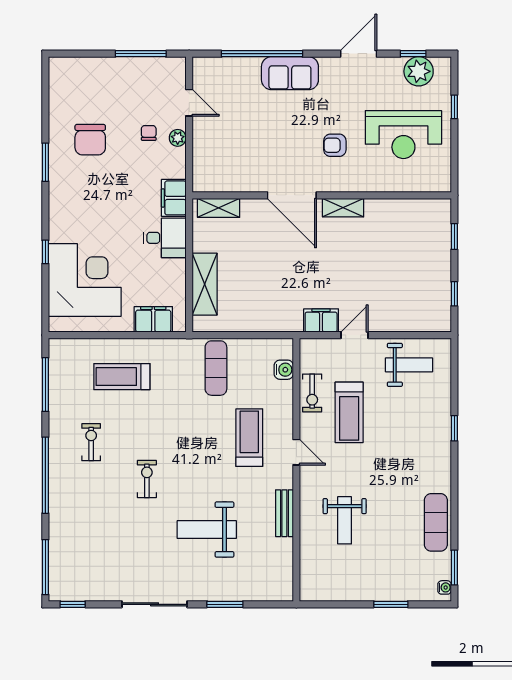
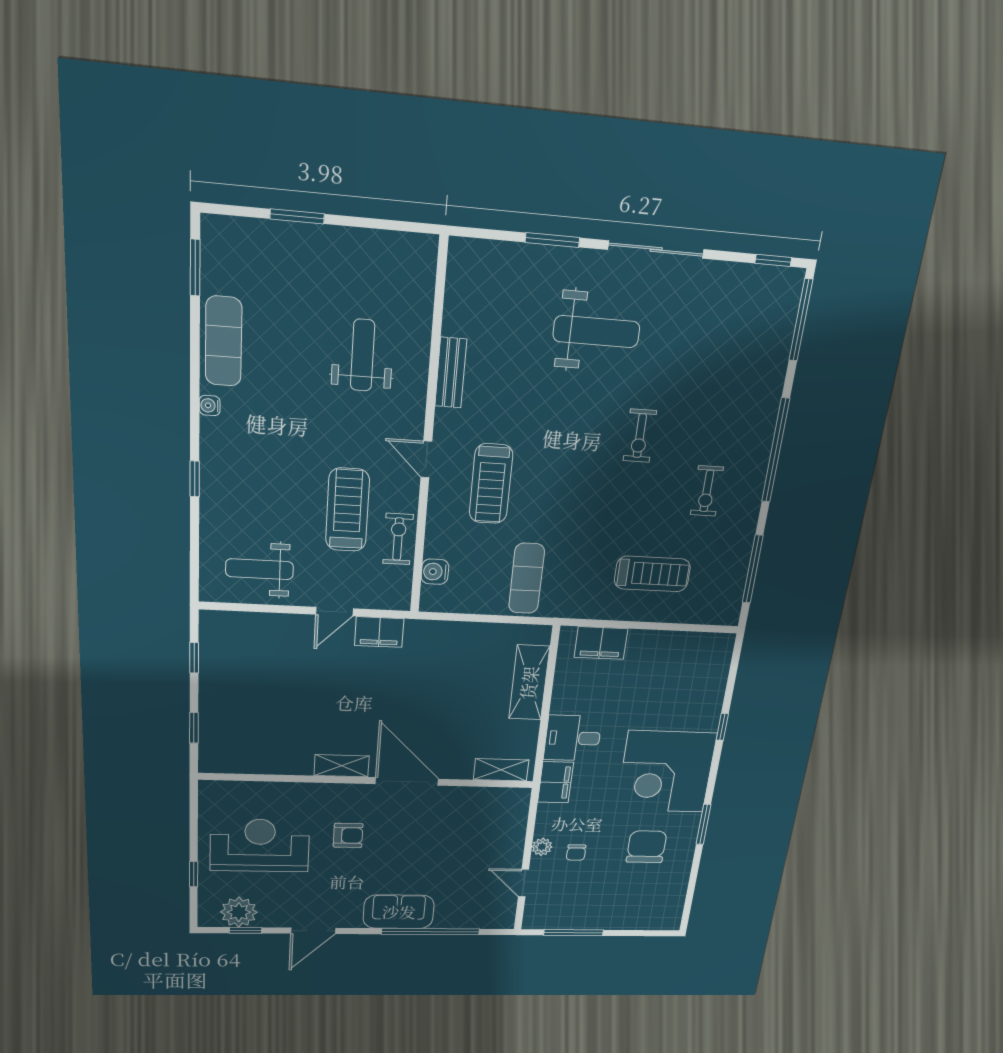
corner desk: (85, 280) -> (666, 772), moved
weight bench: (207, 530) -> (596, 332), moved
water cooler: (445, 587) -> (210, 406), moved

